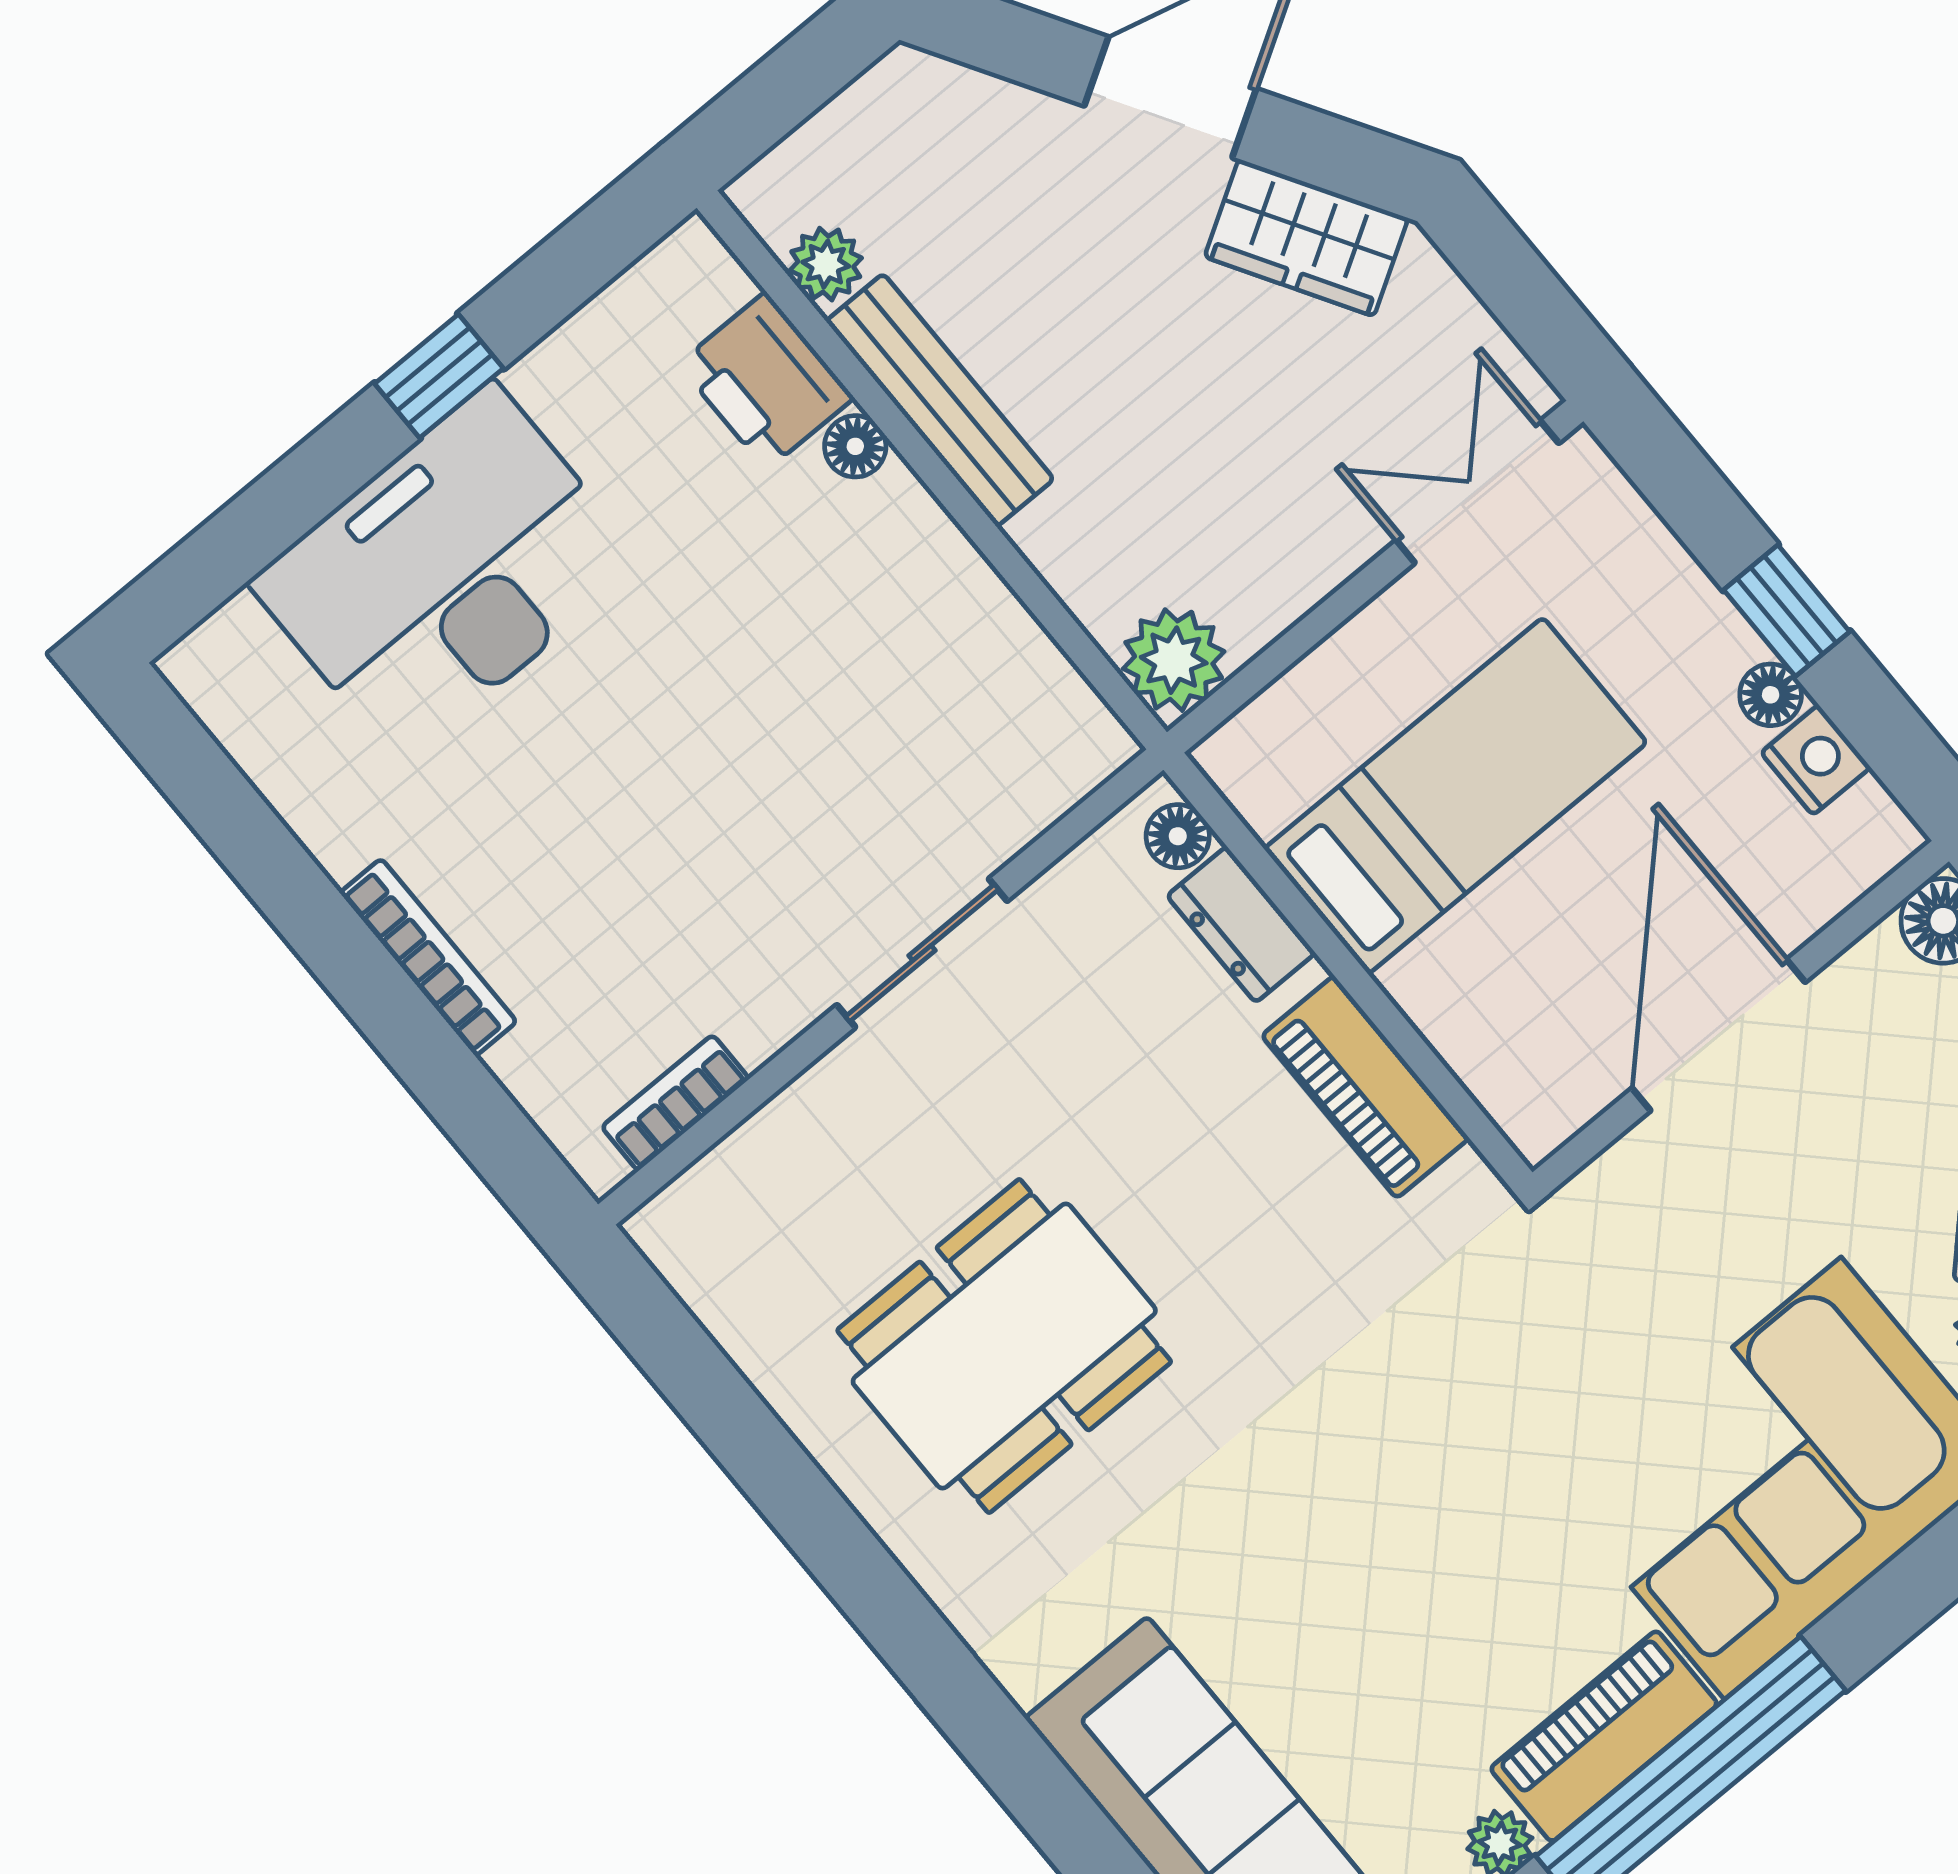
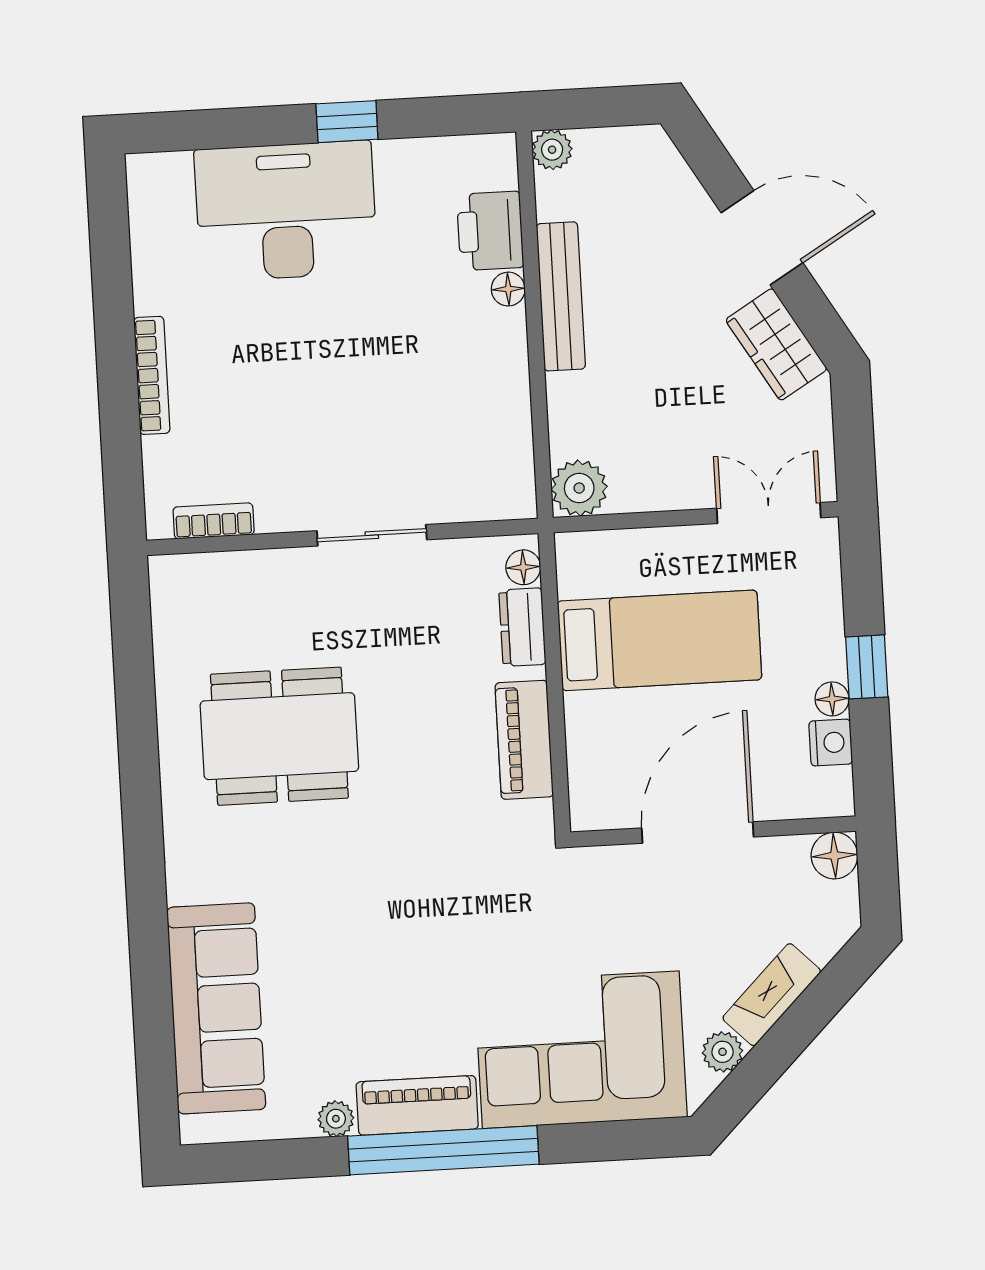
plant: (826, 264) -> (552, 150), moved

